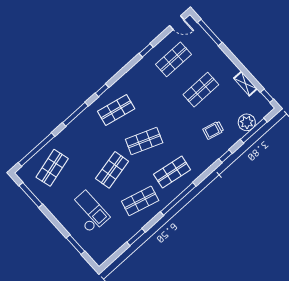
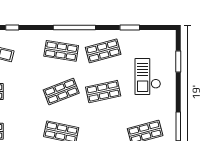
shop shelf: (144, 141) -> (61, 92), turned -42
shop shelf: (140, 201) -> (103, 51), turned -30

